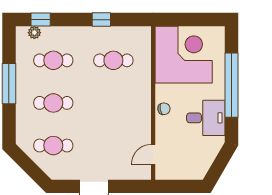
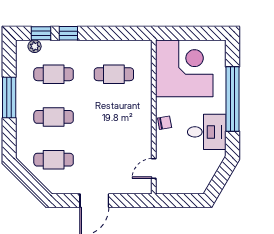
window: (101, 20) -> (68, 33), moved

